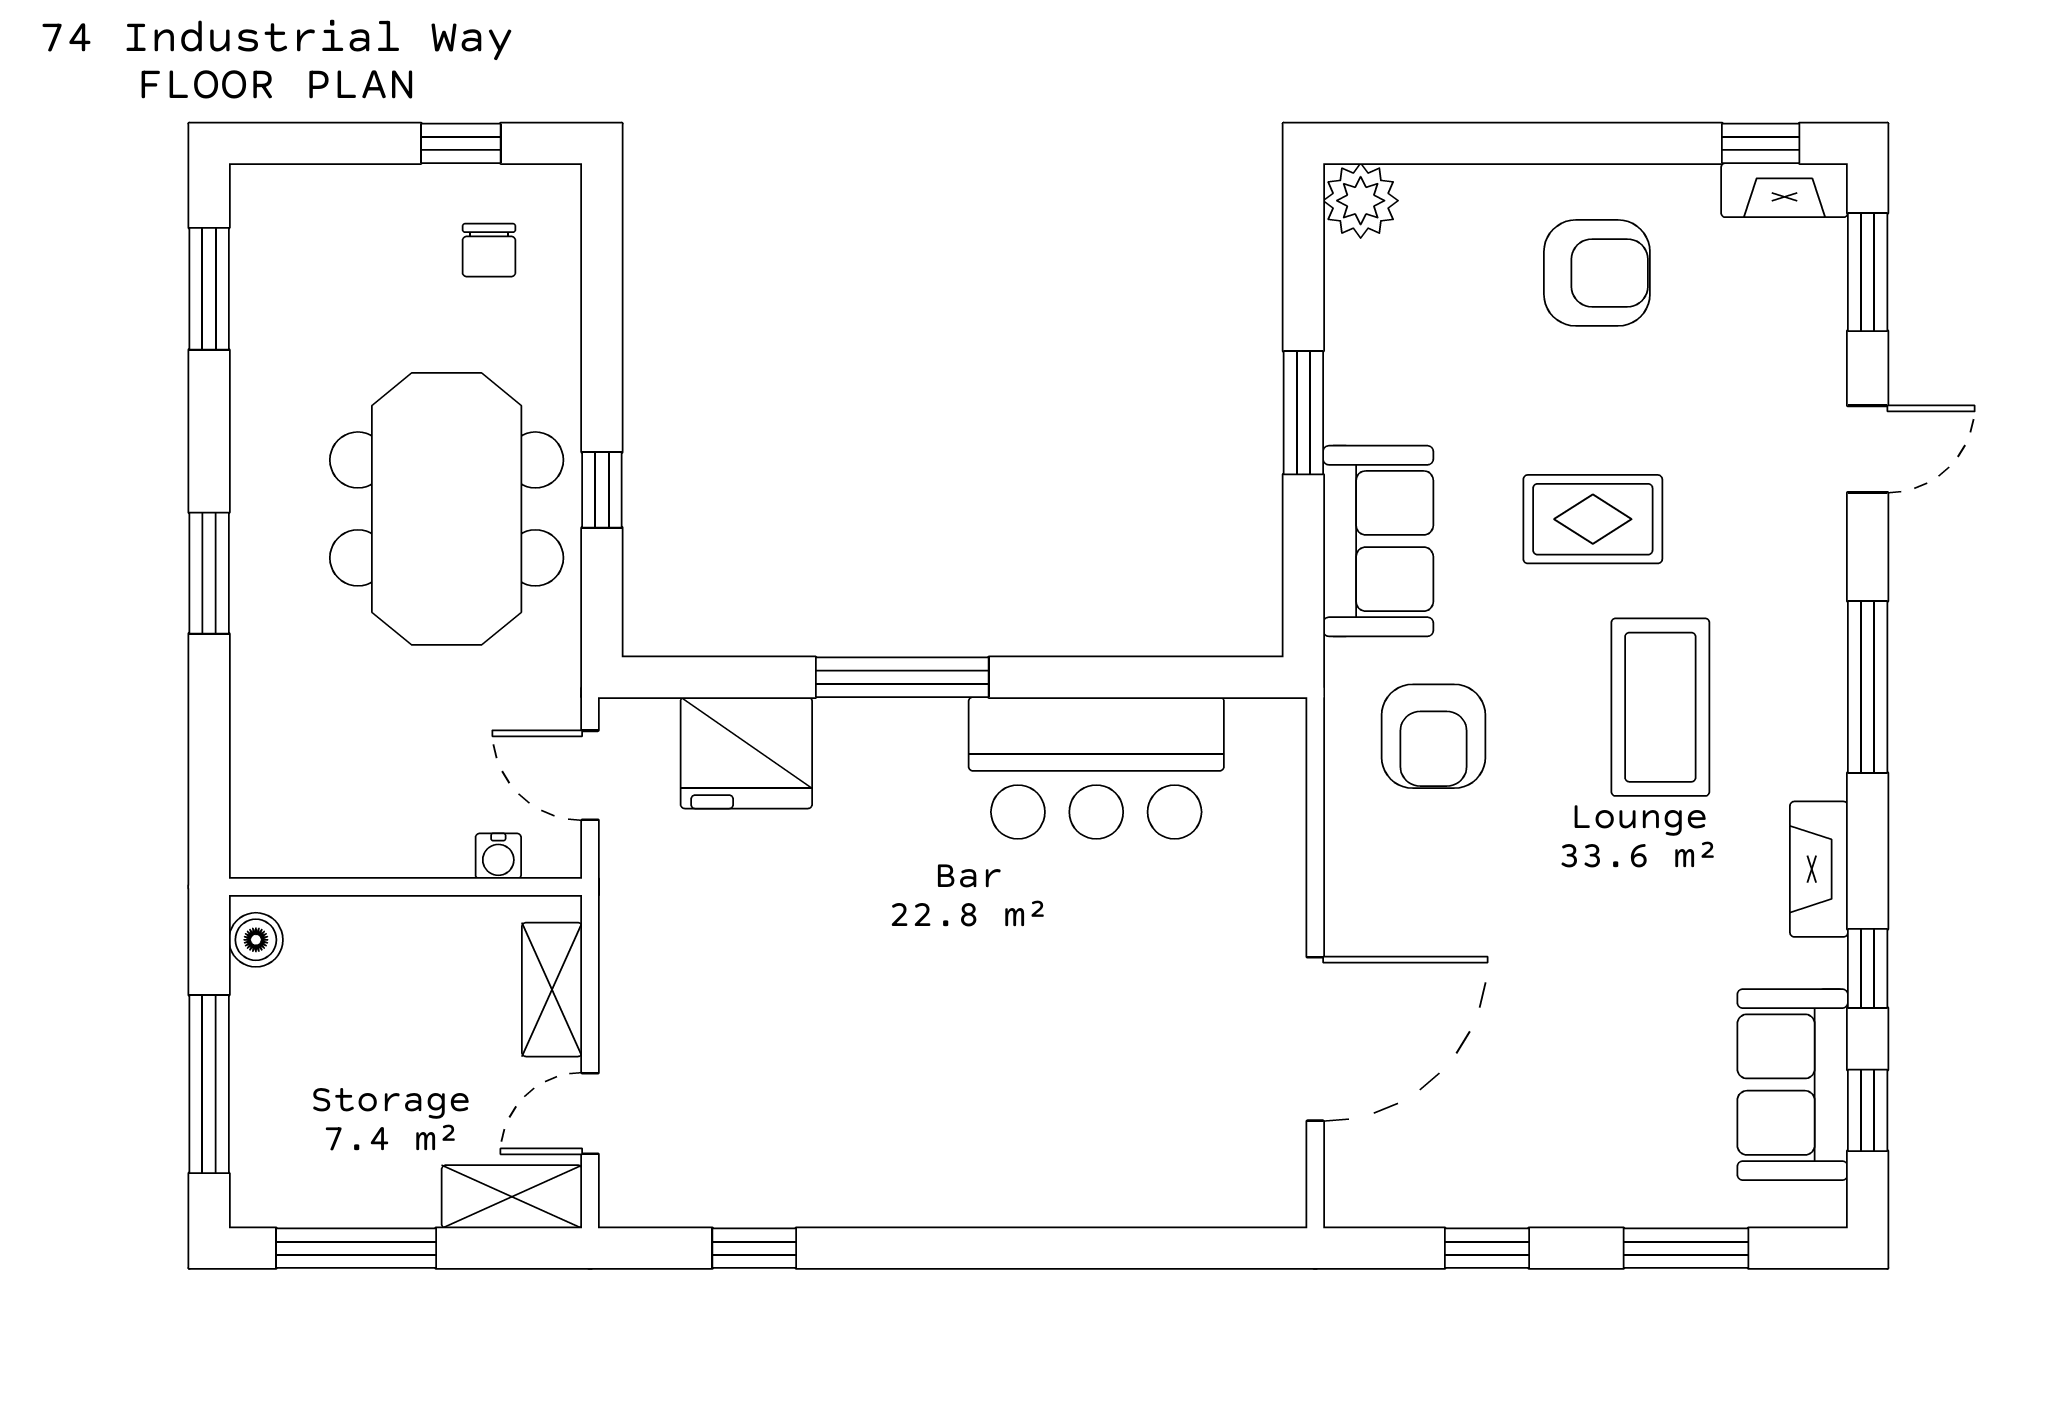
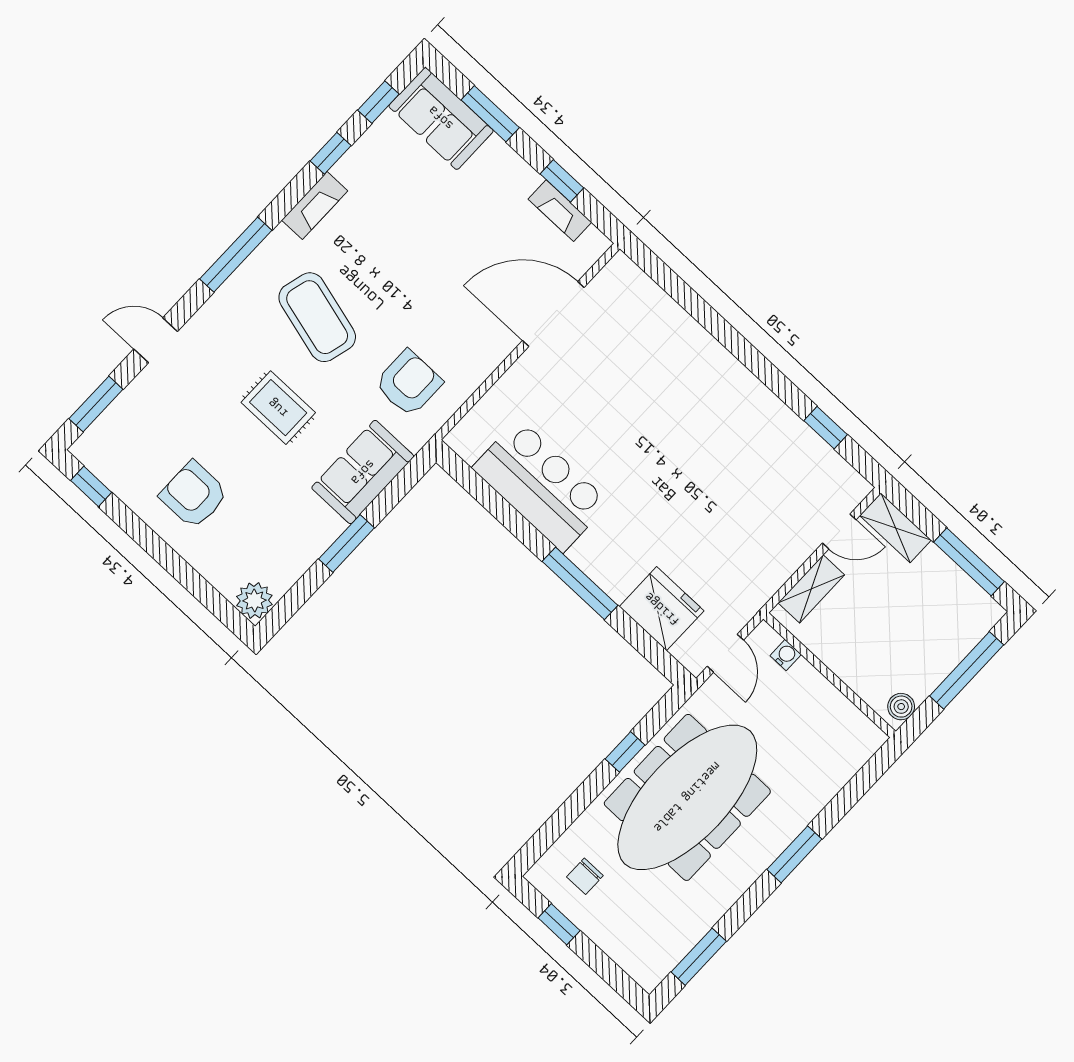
fireplace: (1784, 190) -> (560, 211), moved, turned 180
chair: (489, 250) -> (585, 876), turned 180
meeting table: (447, 509) -> (687, 797), width x1.36
coffee table: (1660, 707) -> (317, 317), turned -75
sofa: (1793, 1085) -> (441, 118), moved, turned 90

